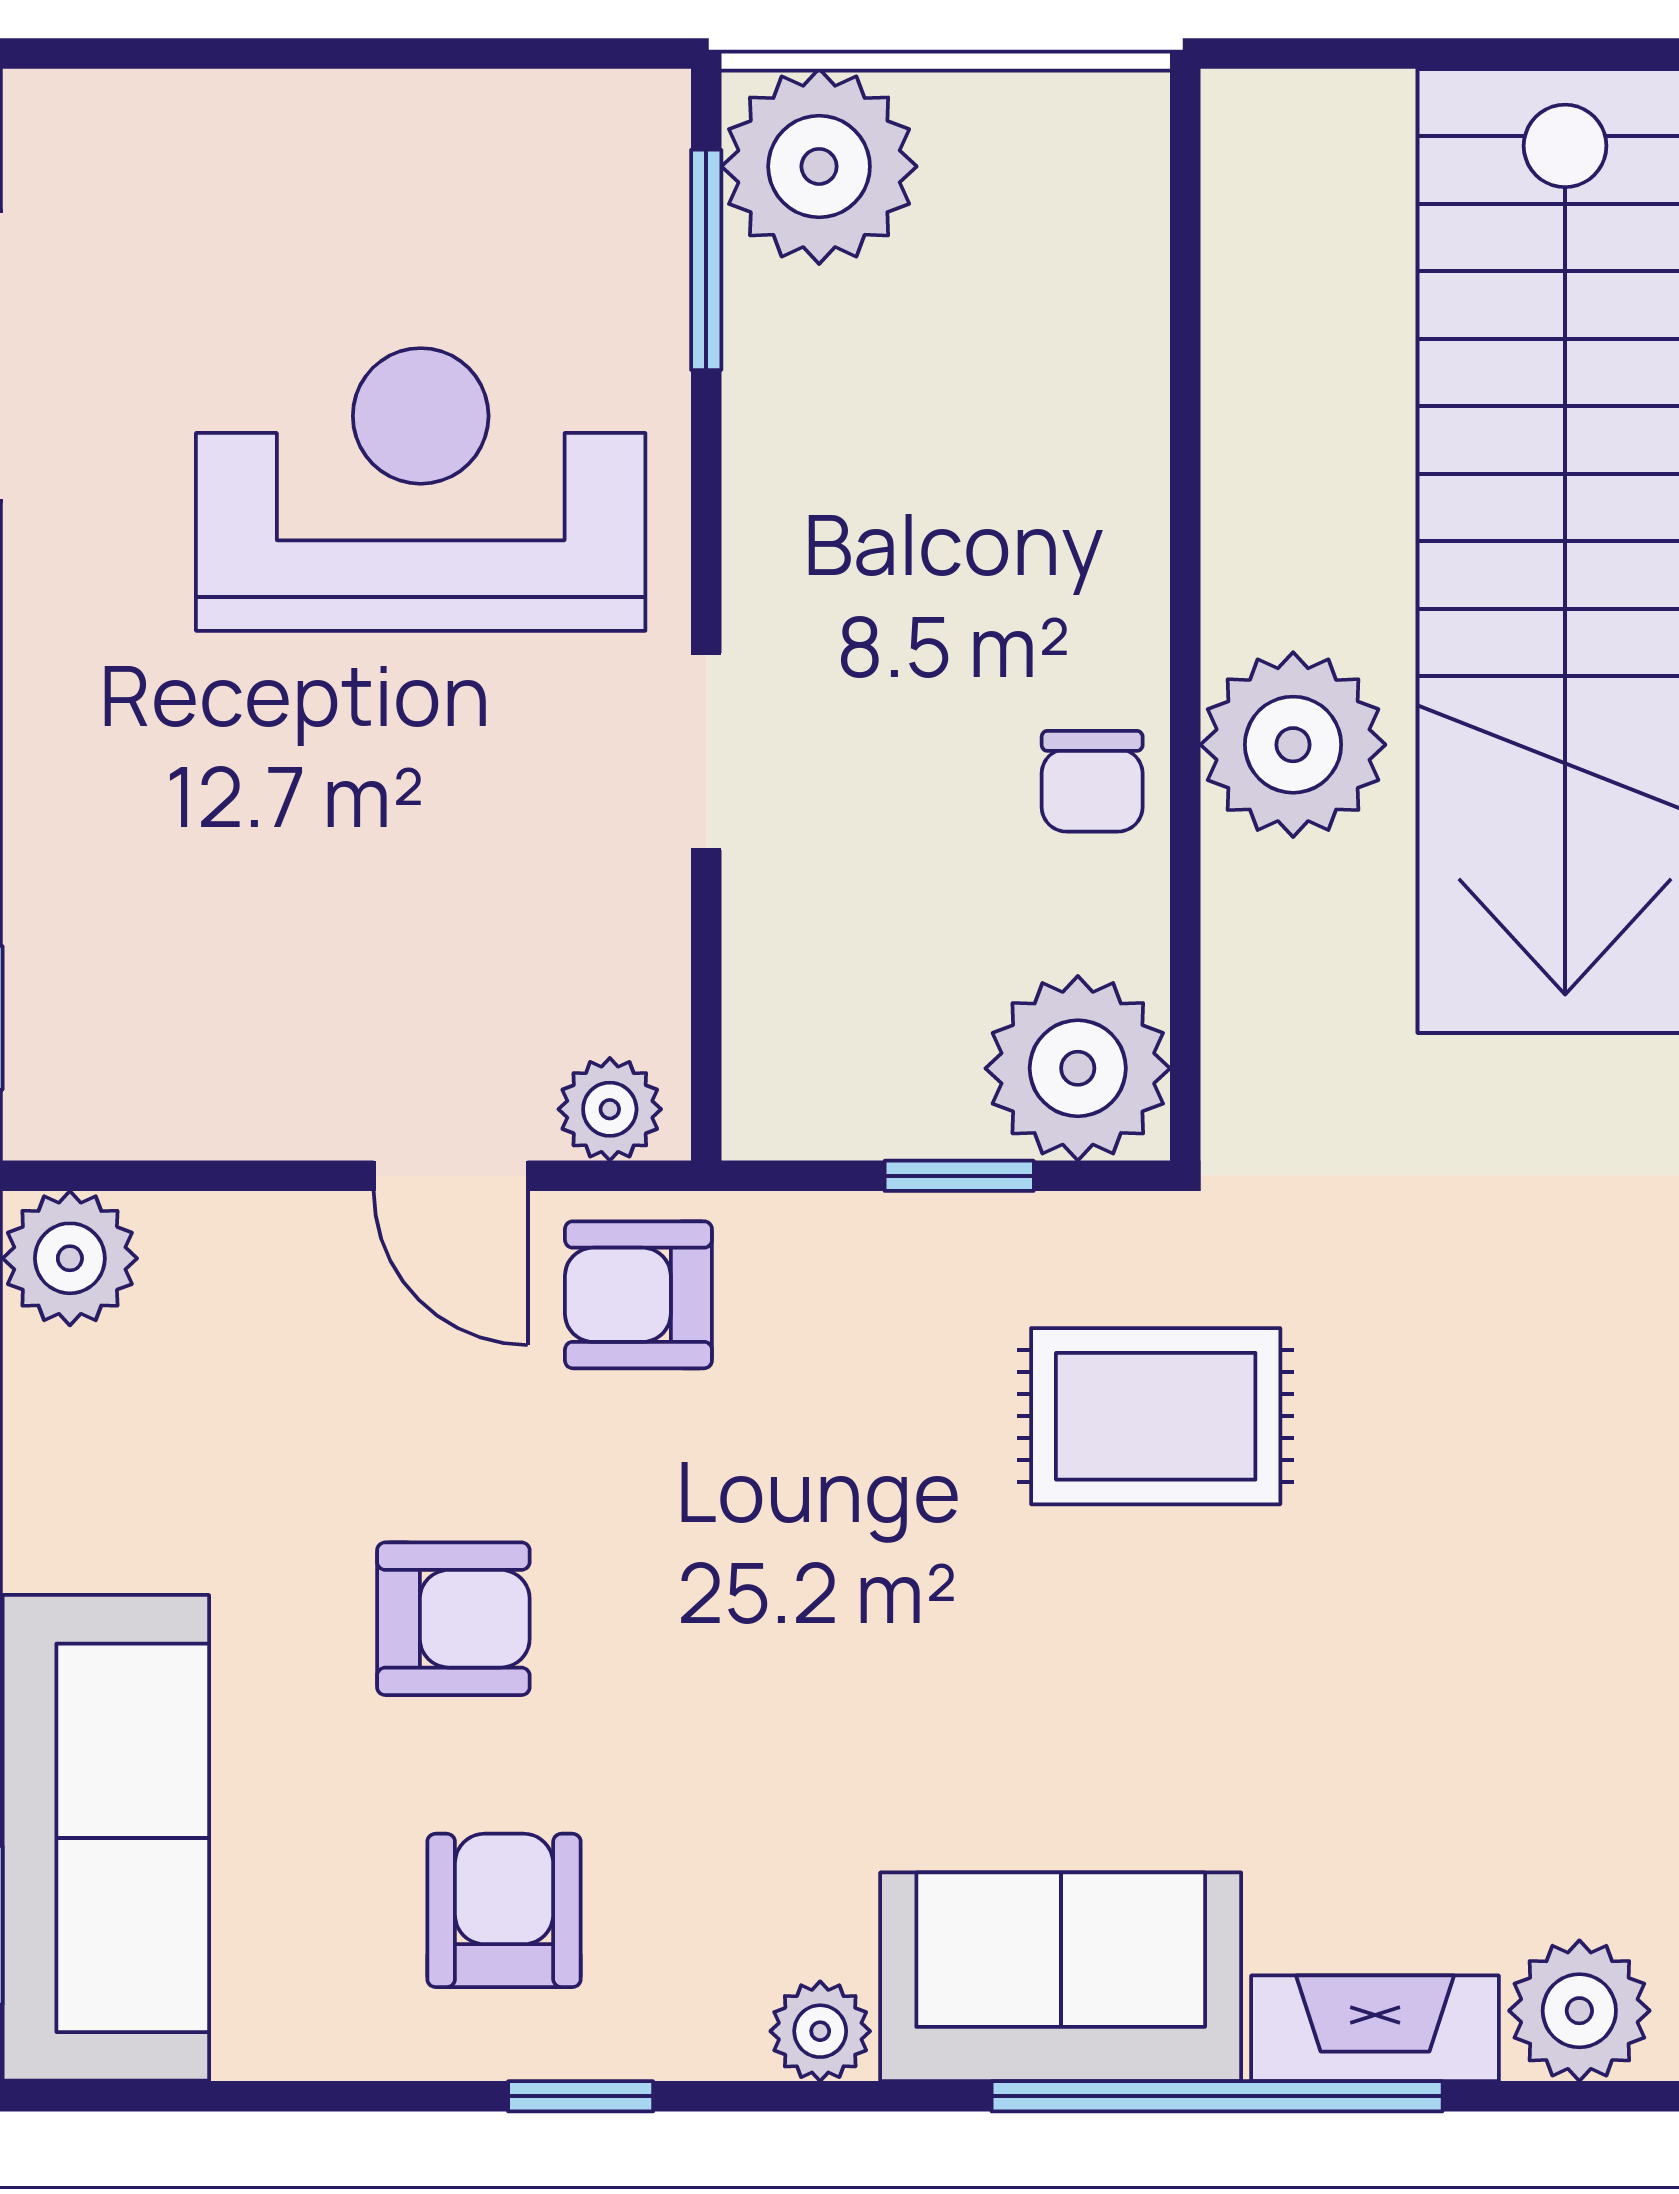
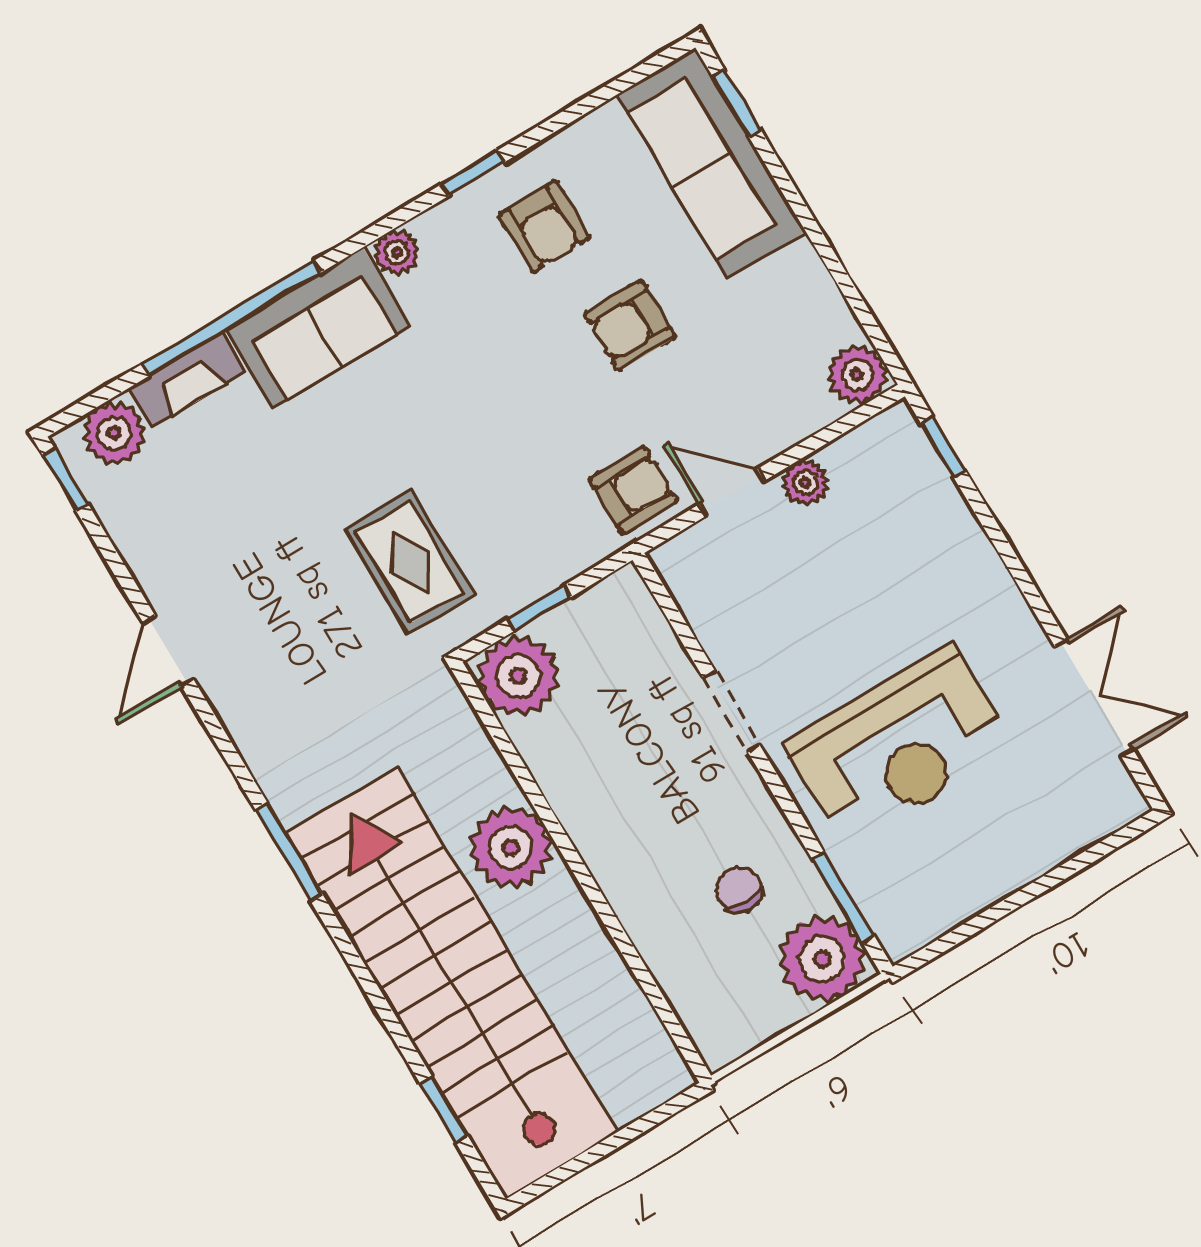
chair: (1092, 781) -> (739, 890), moved
plant: (610, 1109) -> (805, 483), moved
rug: (1156, 1416) -> (410, 562), turned 90

